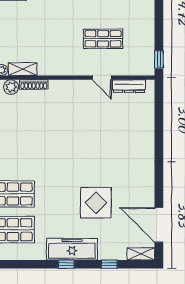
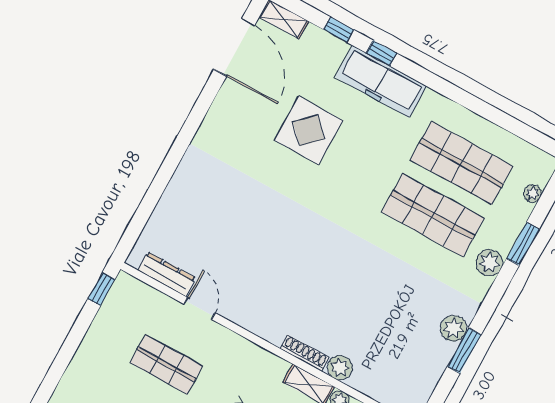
window: (66, 264) -> (381, 53), moved

